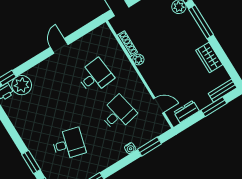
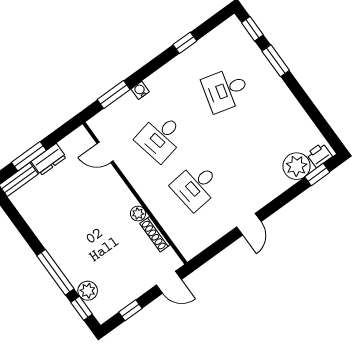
wardrobe: (209, 57) -> (40, 224), removed
dresser: (186, 112) -> (49, 159), moved

